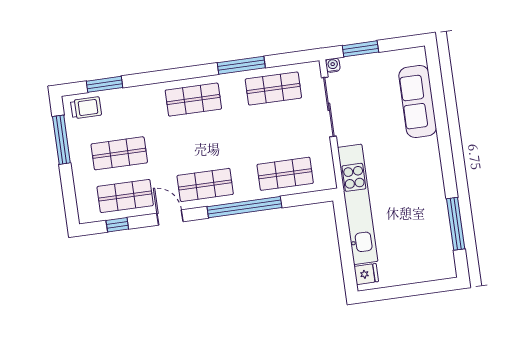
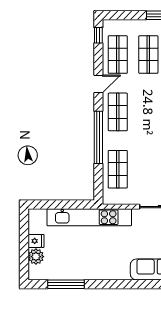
window: (117, 225) -> (98, 35), moved
plant: (423, 271) -> (36, 257), added
fridge: (366, 274) -> (36, 241), moved, turned -90

